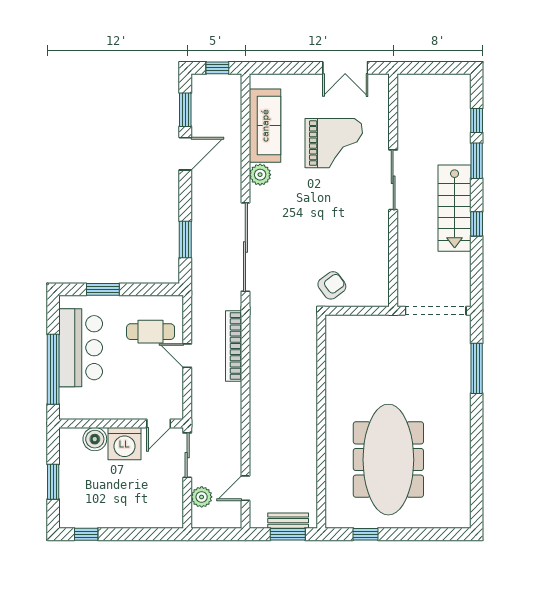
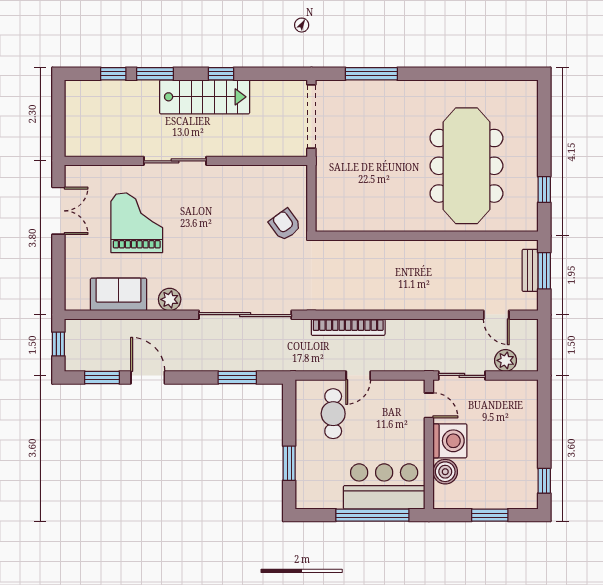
sofa: (265, 126) -> (119, 294), width x0.73
bar counter: (81, 348) -> (384, 486), moved
meeting table: (388, 460) -> (466, 166), turned 90

